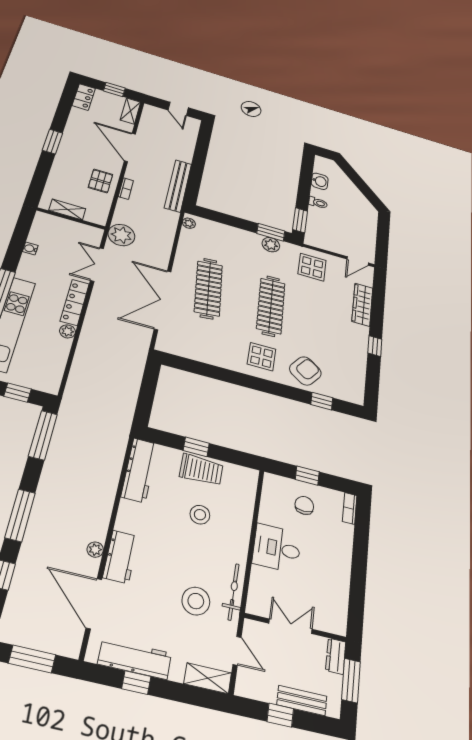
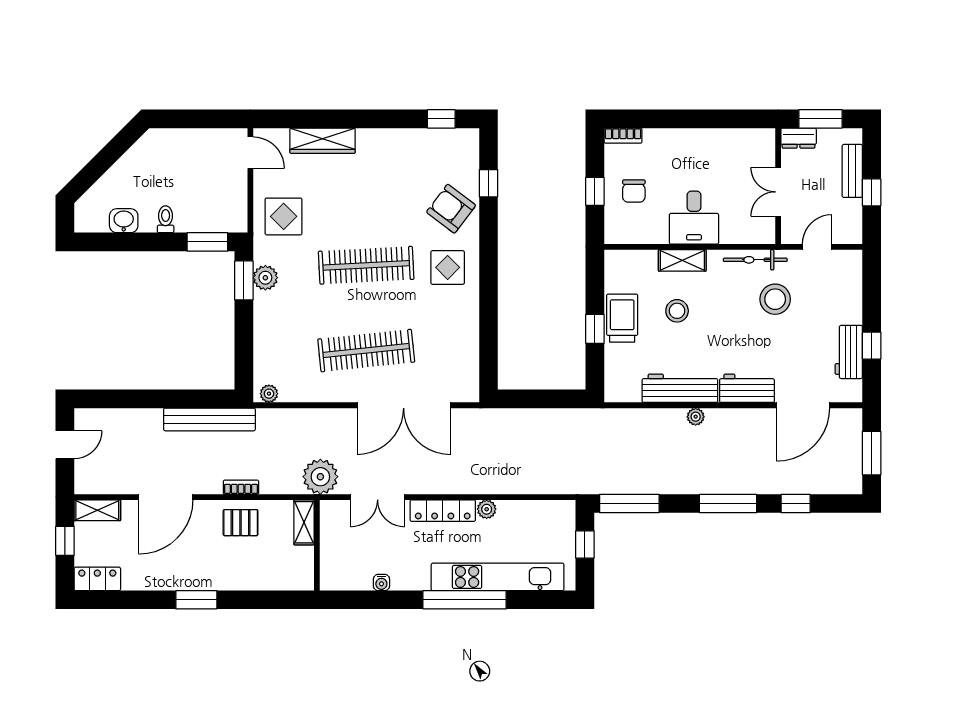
shelving: (67, 209) -> (304, 522), moved
window: (375, 346) -> (441, 119), moved
workbench: (139, 470) -> (680, 388), moved
chair: (304, 505) -> (634, 191), turned -90
plant: (95, 550) -> (696, 417), moved
workbench: (135, 659) -> (849, 352), width x0.73
shelving: (208, 678) -> (682, 260), moved, turned 90

